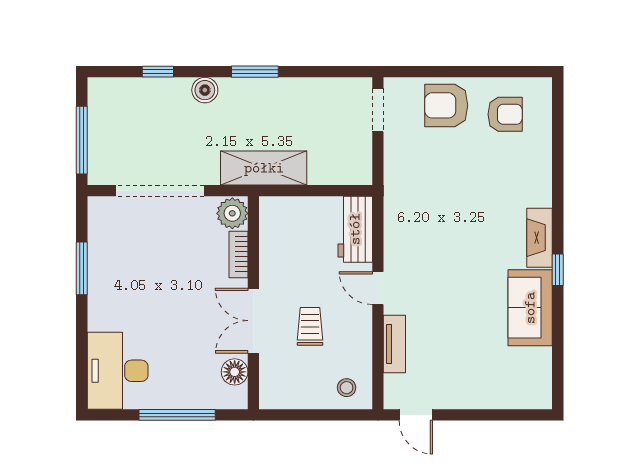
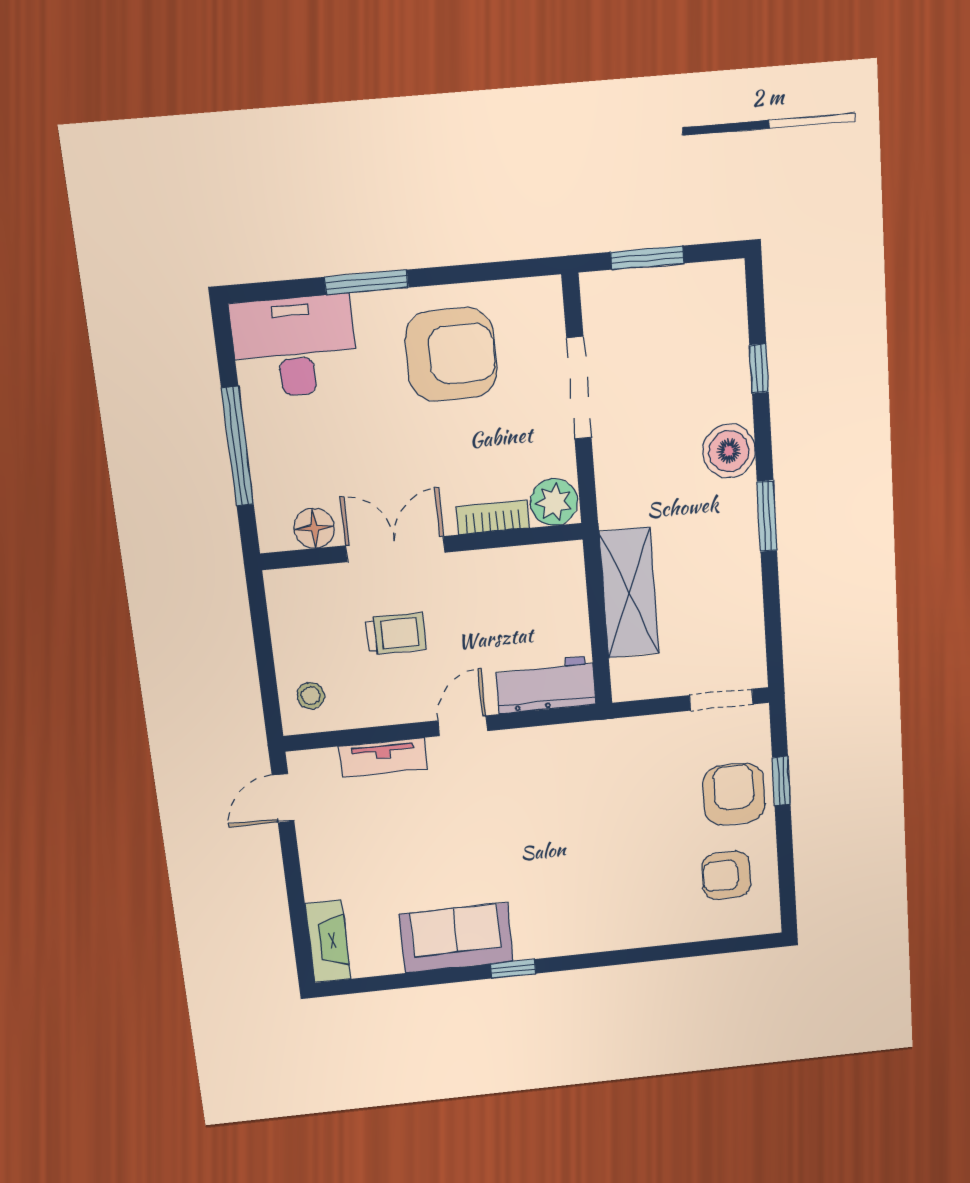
window: (440, 72) -> (781, 781), added
boiler: (205, 90) -> (729, 451), width x1.36, depth x1.36
armchair: (505, 114) -> (726, 875), turned 90
window: (82, 140) -> (647, 258), width x0.69
shelving: (264, 168) -> (629, 593), moved
doorway: (160, 191) -> (579, 388), width x0.73
fireplace: (540, 238) -> (328, 941), moved, turned 90
window: (82, 268) -> (366, 282), moved
armchair: (131, 271) -> (451, 354), added

